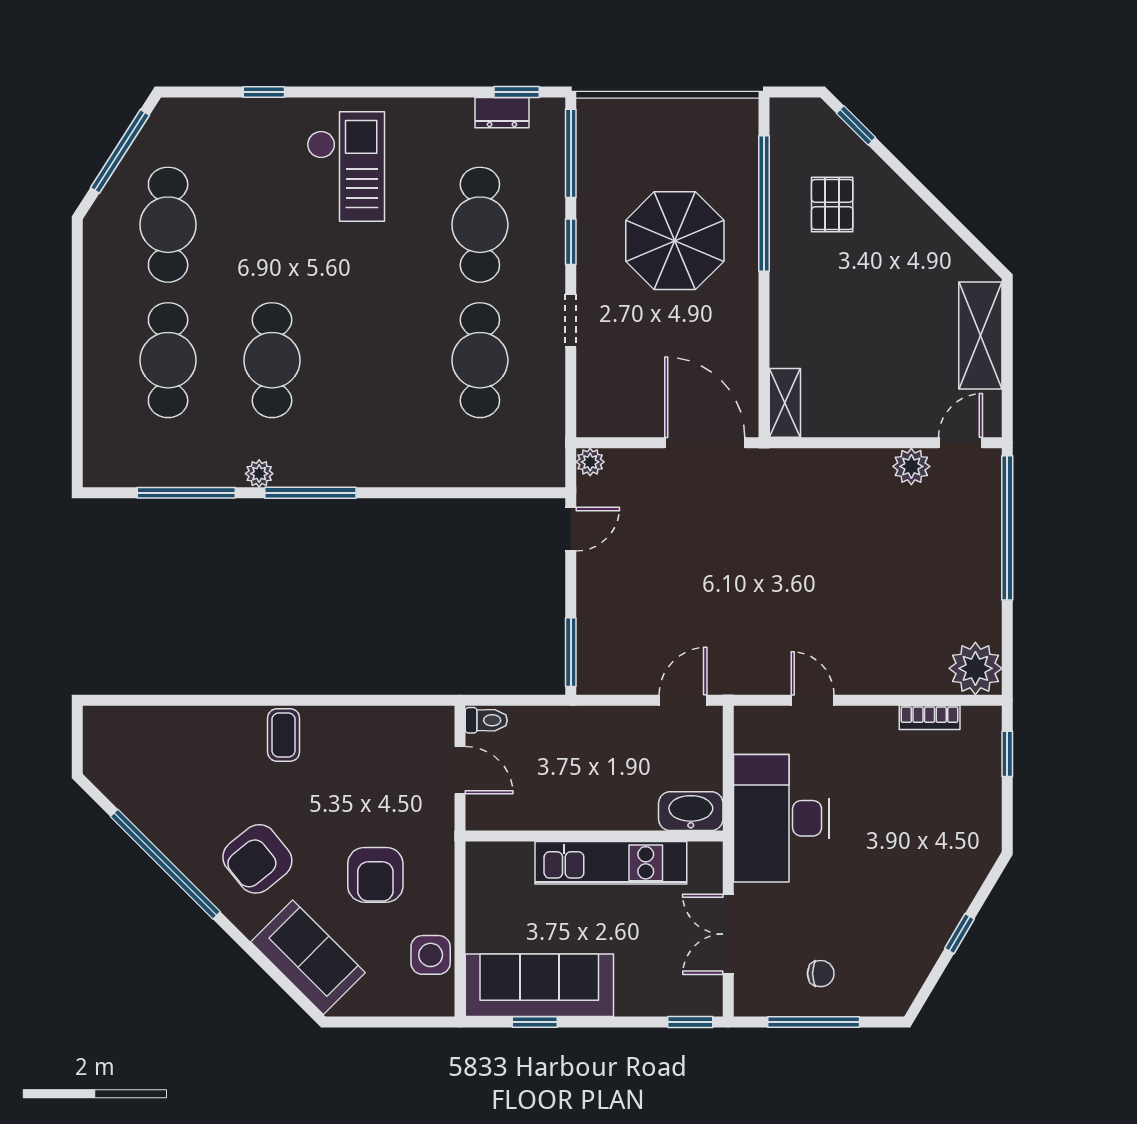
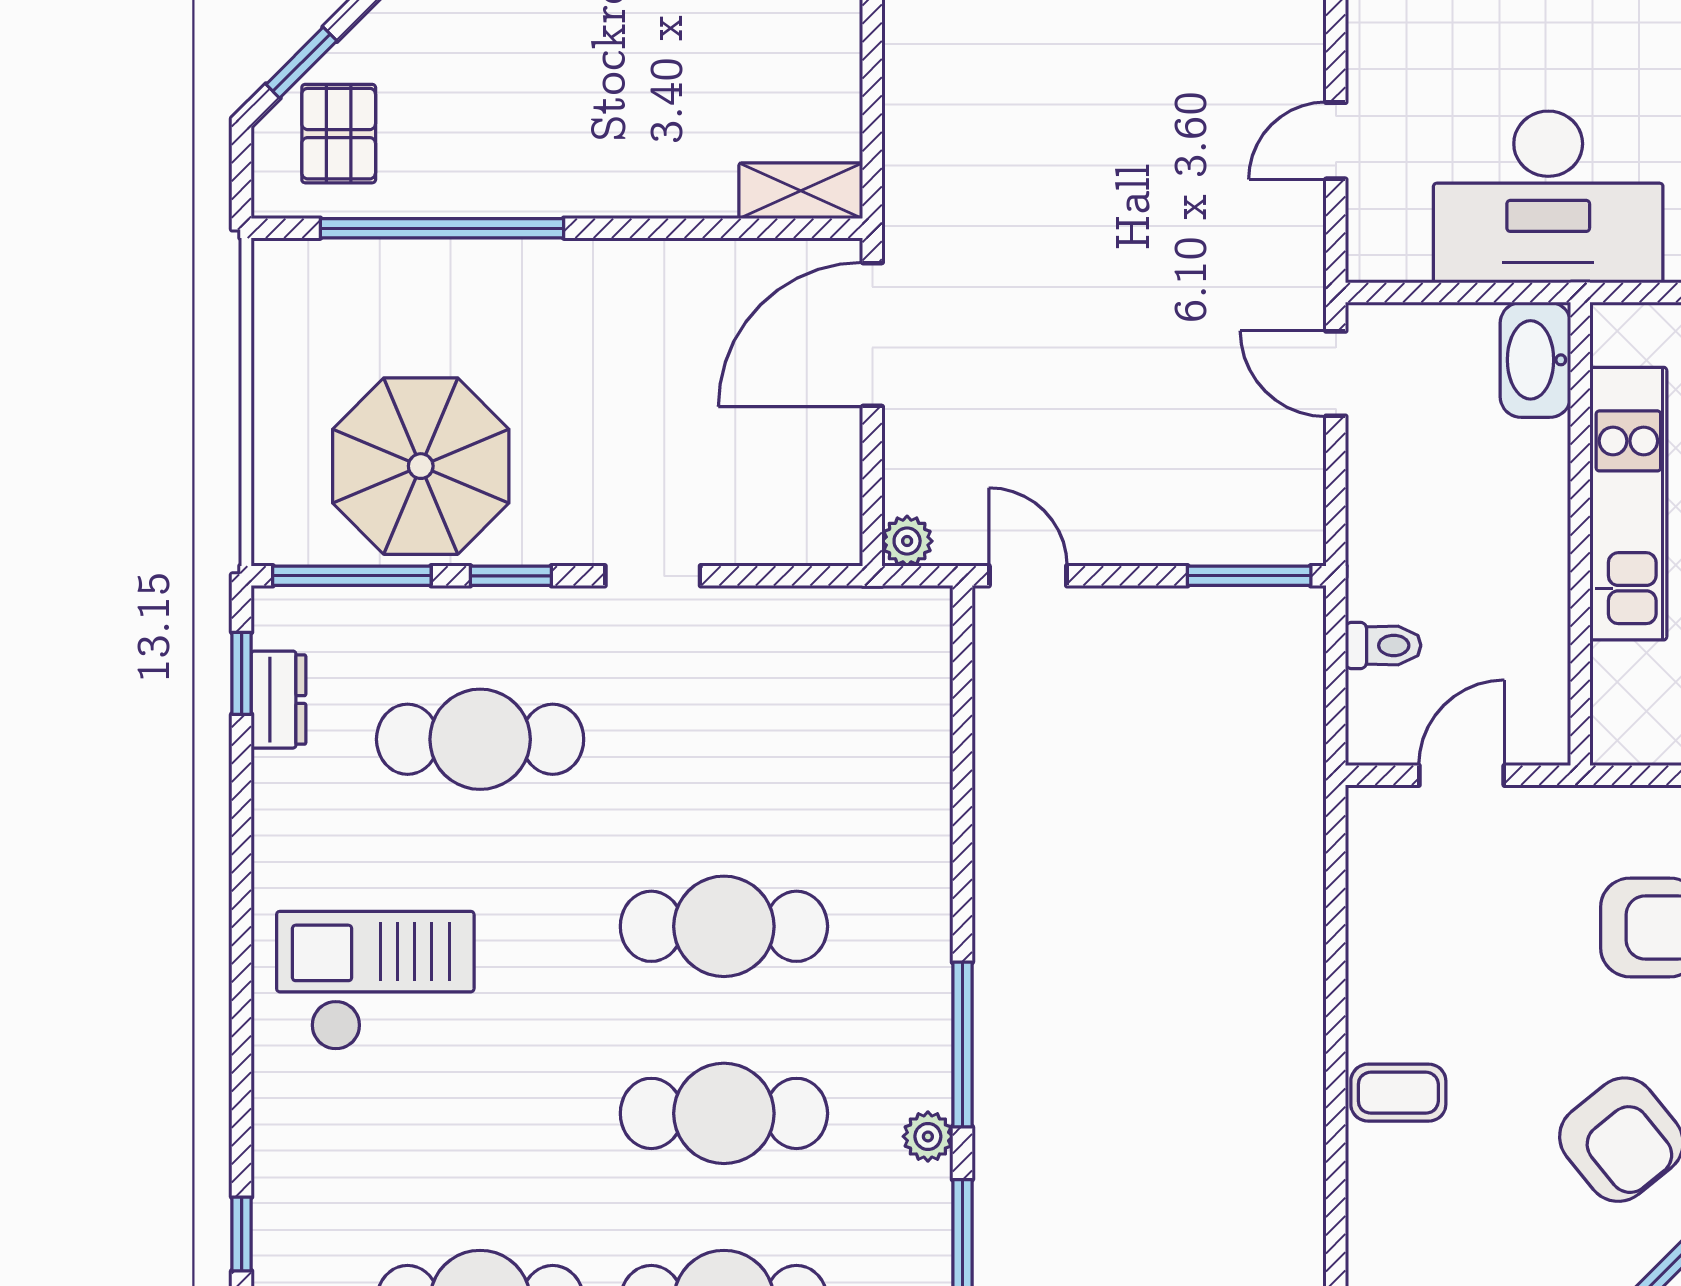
window: (264, 92) -> (242, 1234), moved
pallet: (832, 205) -> (339, 134), moved, turned 90
parasol: (675, 241) -> (421, 466), moved
cafe table: (480, 360) -> (724, 926), moved
toilet: (486, 720) -> (1383, 645), moved, turned 90

